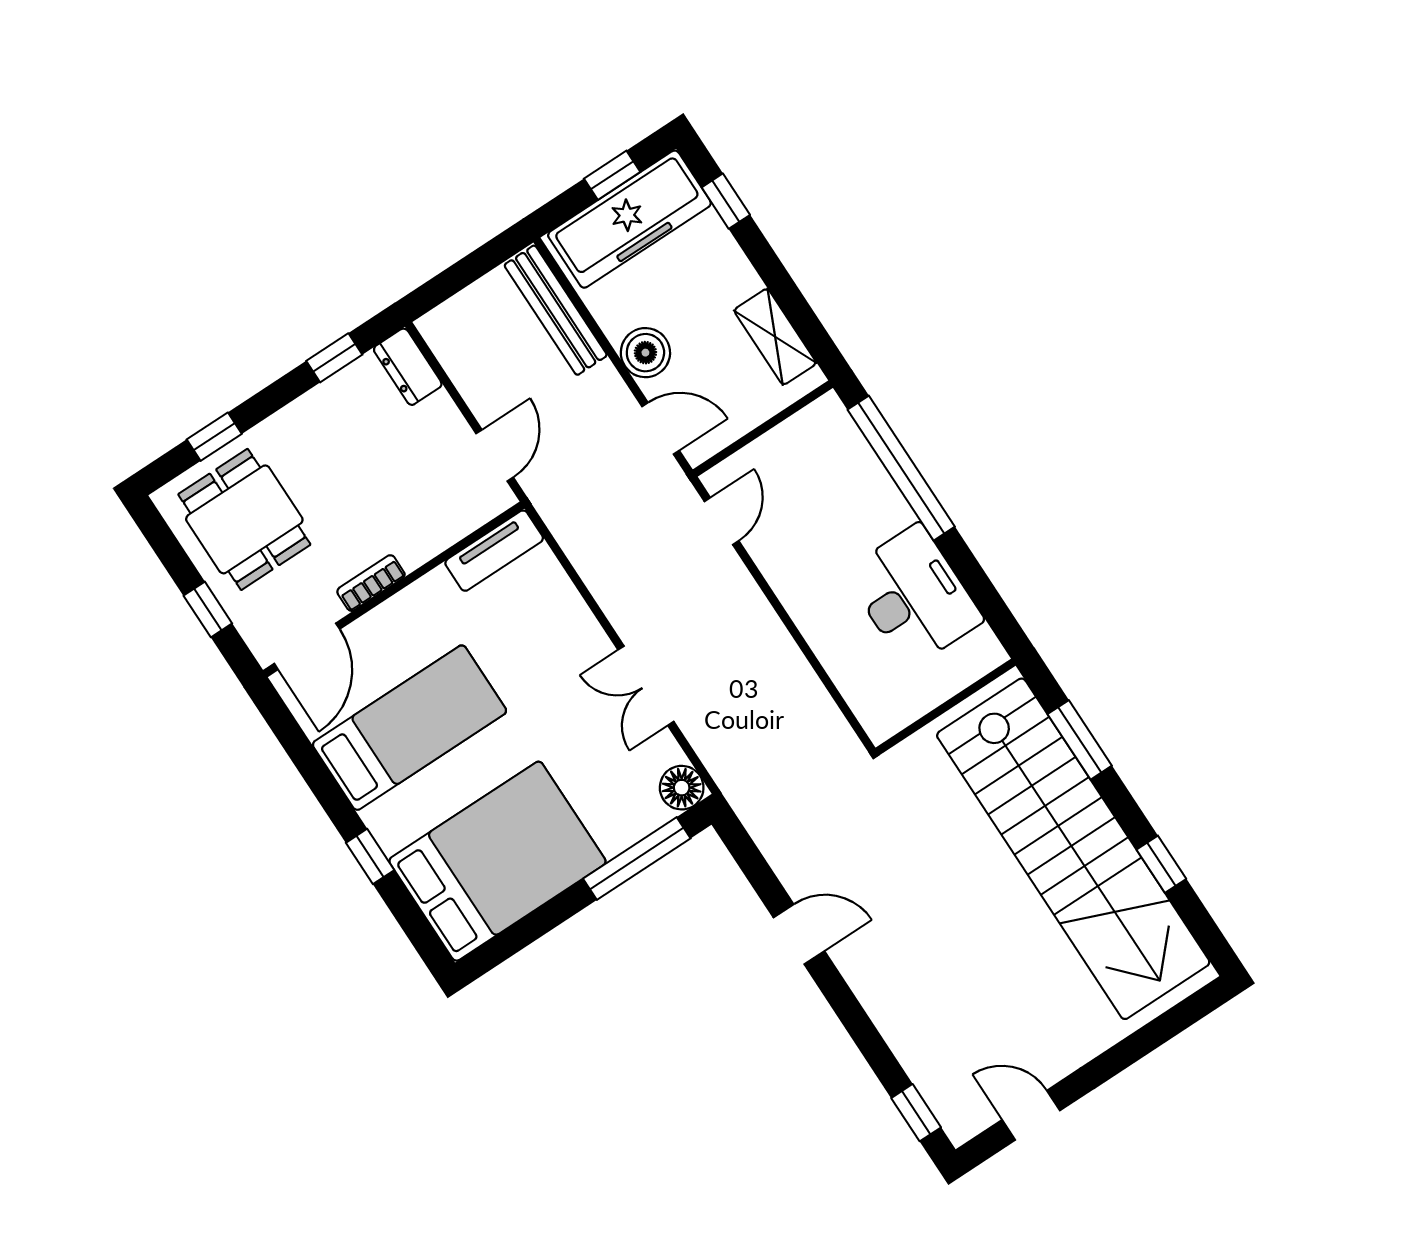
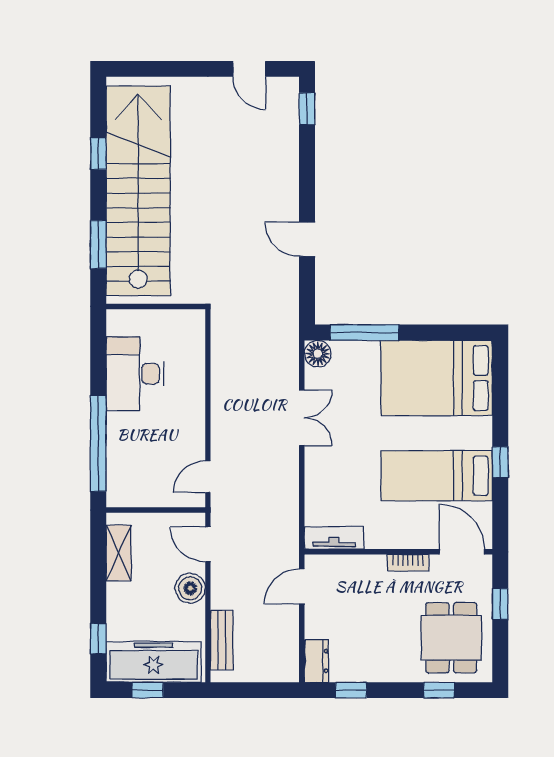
bench: (556, 310) -> (222, 640), width x0.73
door: (307, 646) -> (462, 552), hinge flipped
window: (370, 856) -> (500, 462), moved

